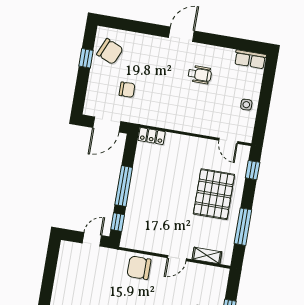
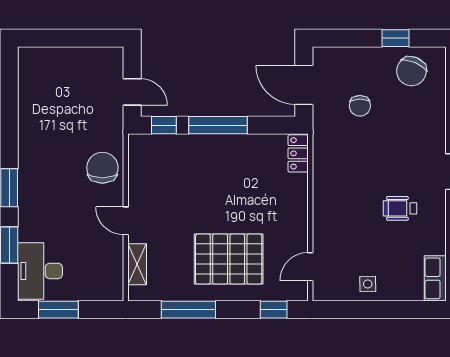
wheelchair: (200, 75) -> (400, 208), turned 90

